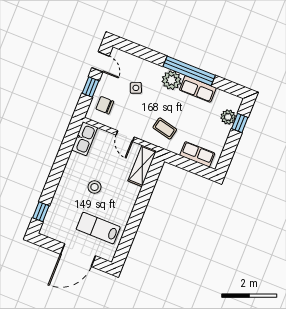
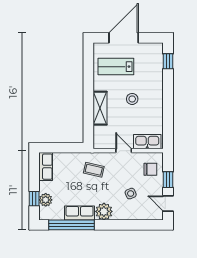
window: (189, 71) -> (71, 225), moved
kitchen sink: (85, 139) -> (147, 142), moved, turned 90
row of seats: (197, 154) -> (46, 167), moved, turned -90
shelving: (142, 166) -> (100, 108), moved
lab bench: (98, 228) -> (116, 67), turned 180

